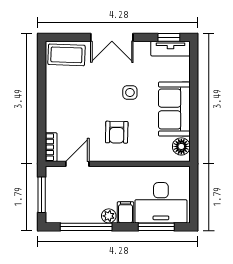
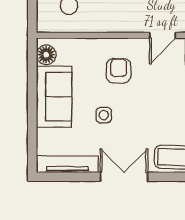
window: (169, 37) -> (60, 177), removed
tv unit: (170, 49) -> (67, 164), width x1.41

